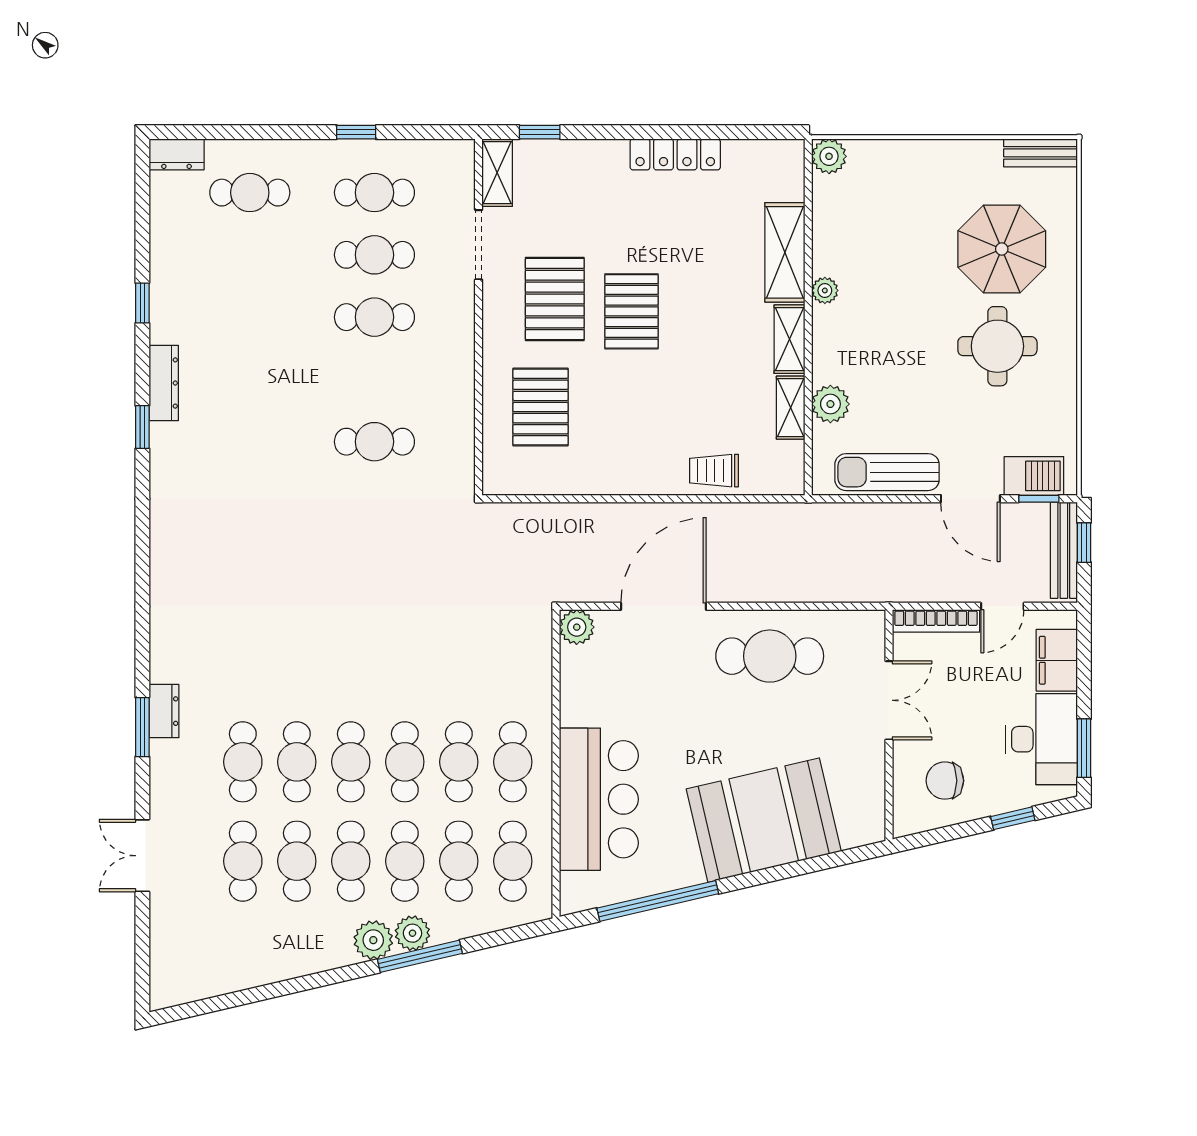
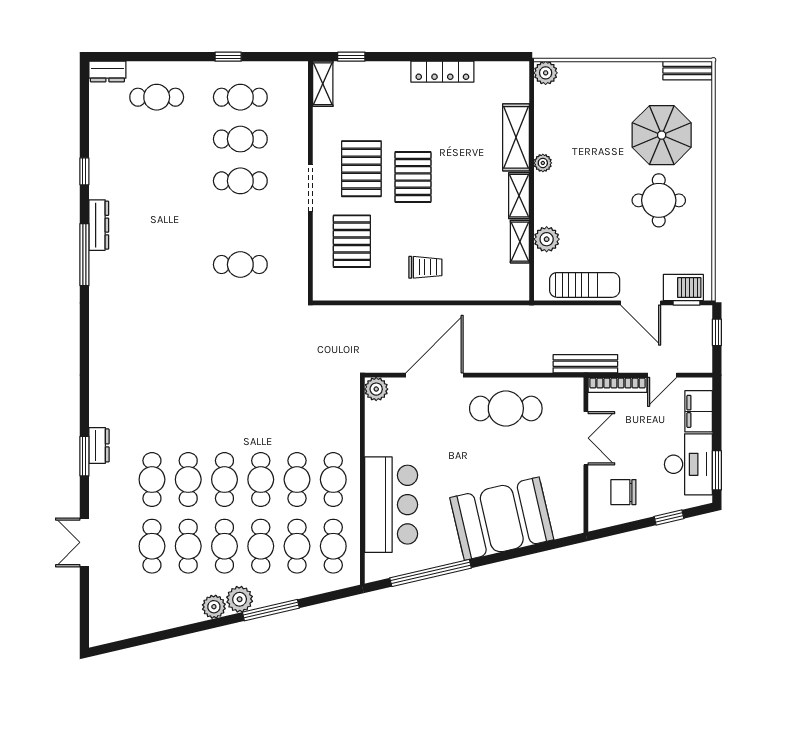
doorway: (479, 245) -> (310, 188), moved
window: (142, 427) -> (84, 255), width x2.17
trolley: (714, 471) -> (425, 267), moved, turned 180
sun lounger: (887, 472) -> (585, 285), turned 180
bench: (1064, 550) -> (585, 364), moved, turned 90
plant: (412, 933) -> (214, 607), moved

